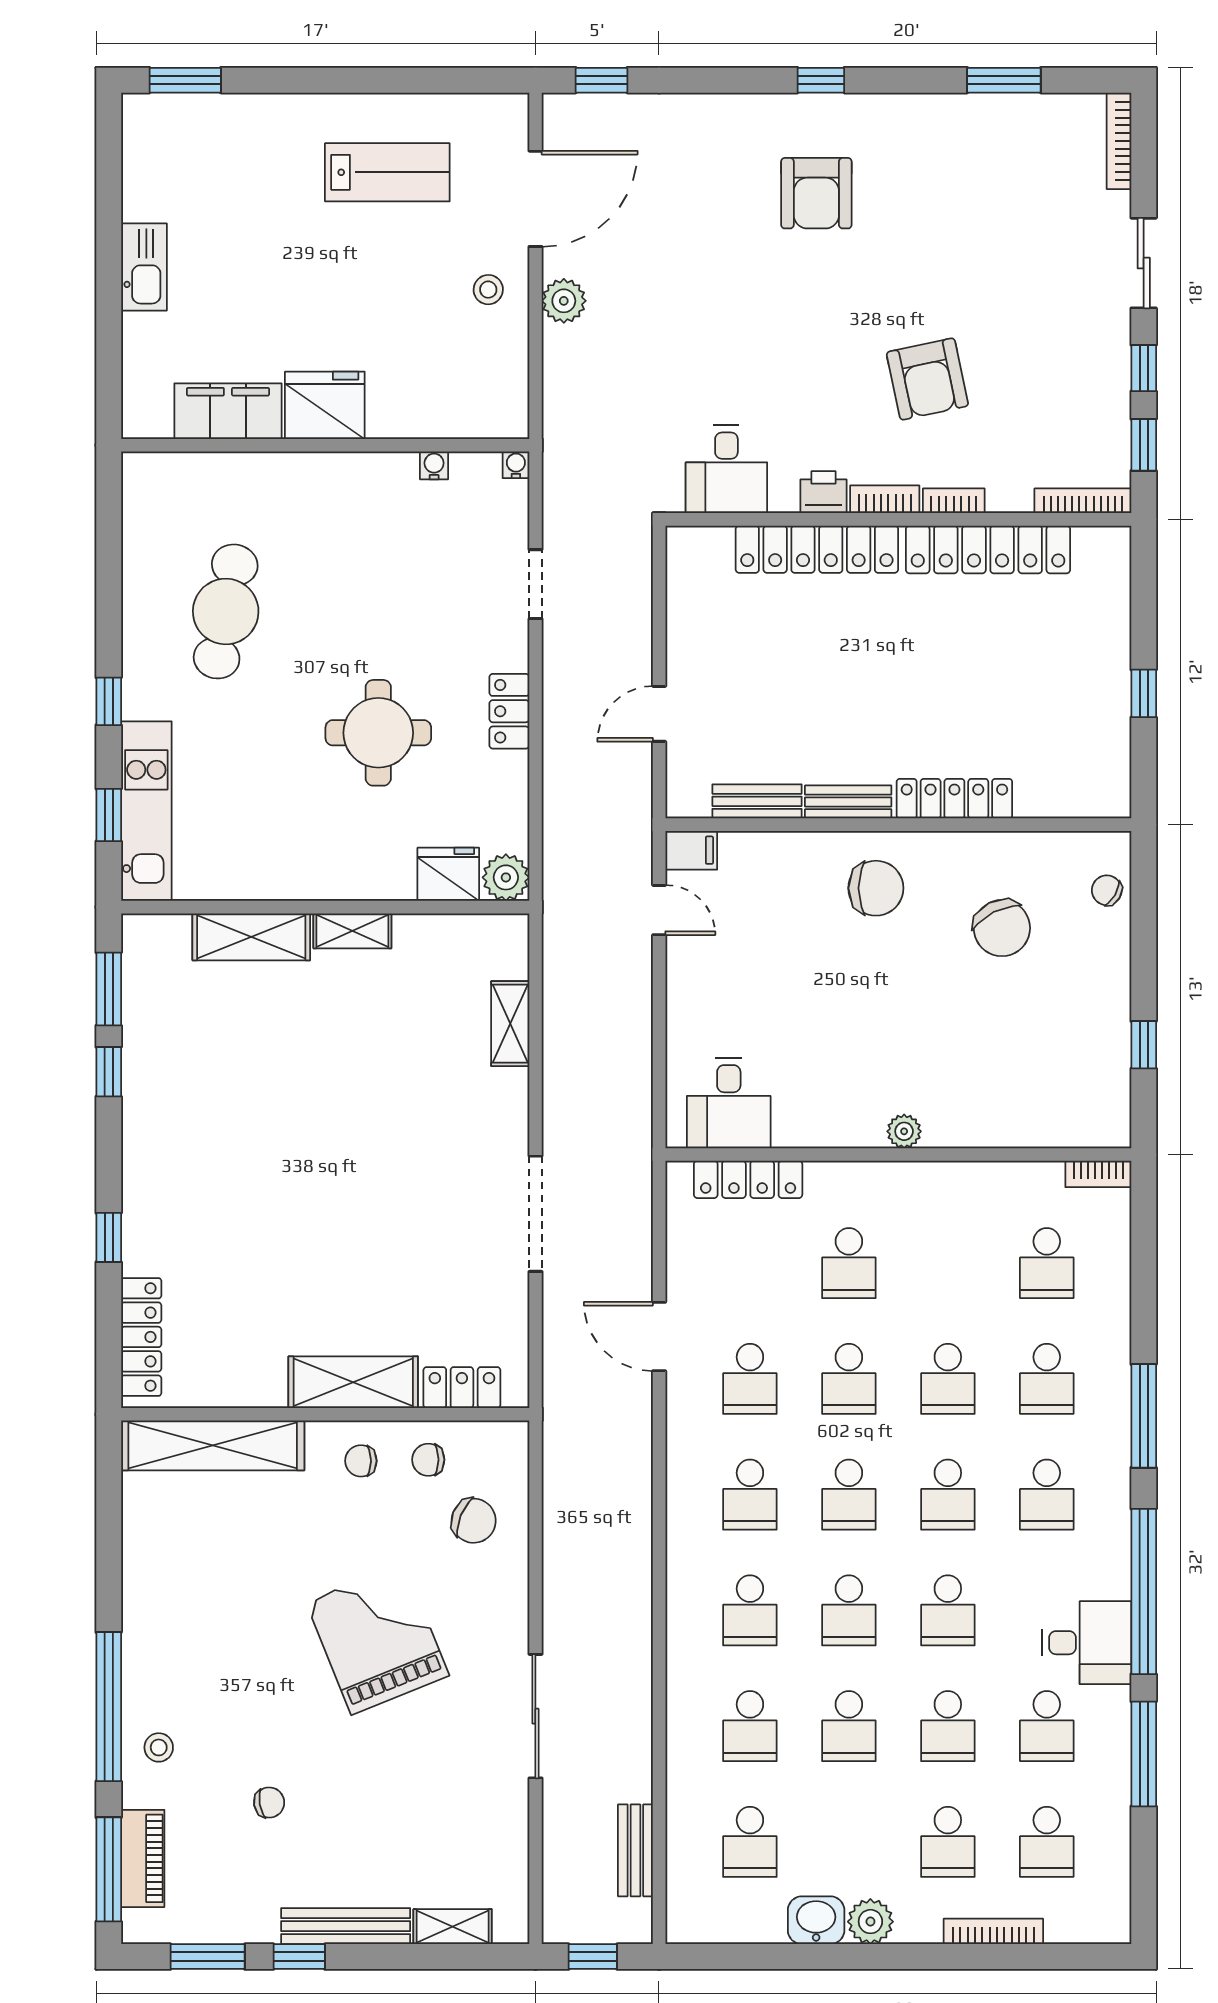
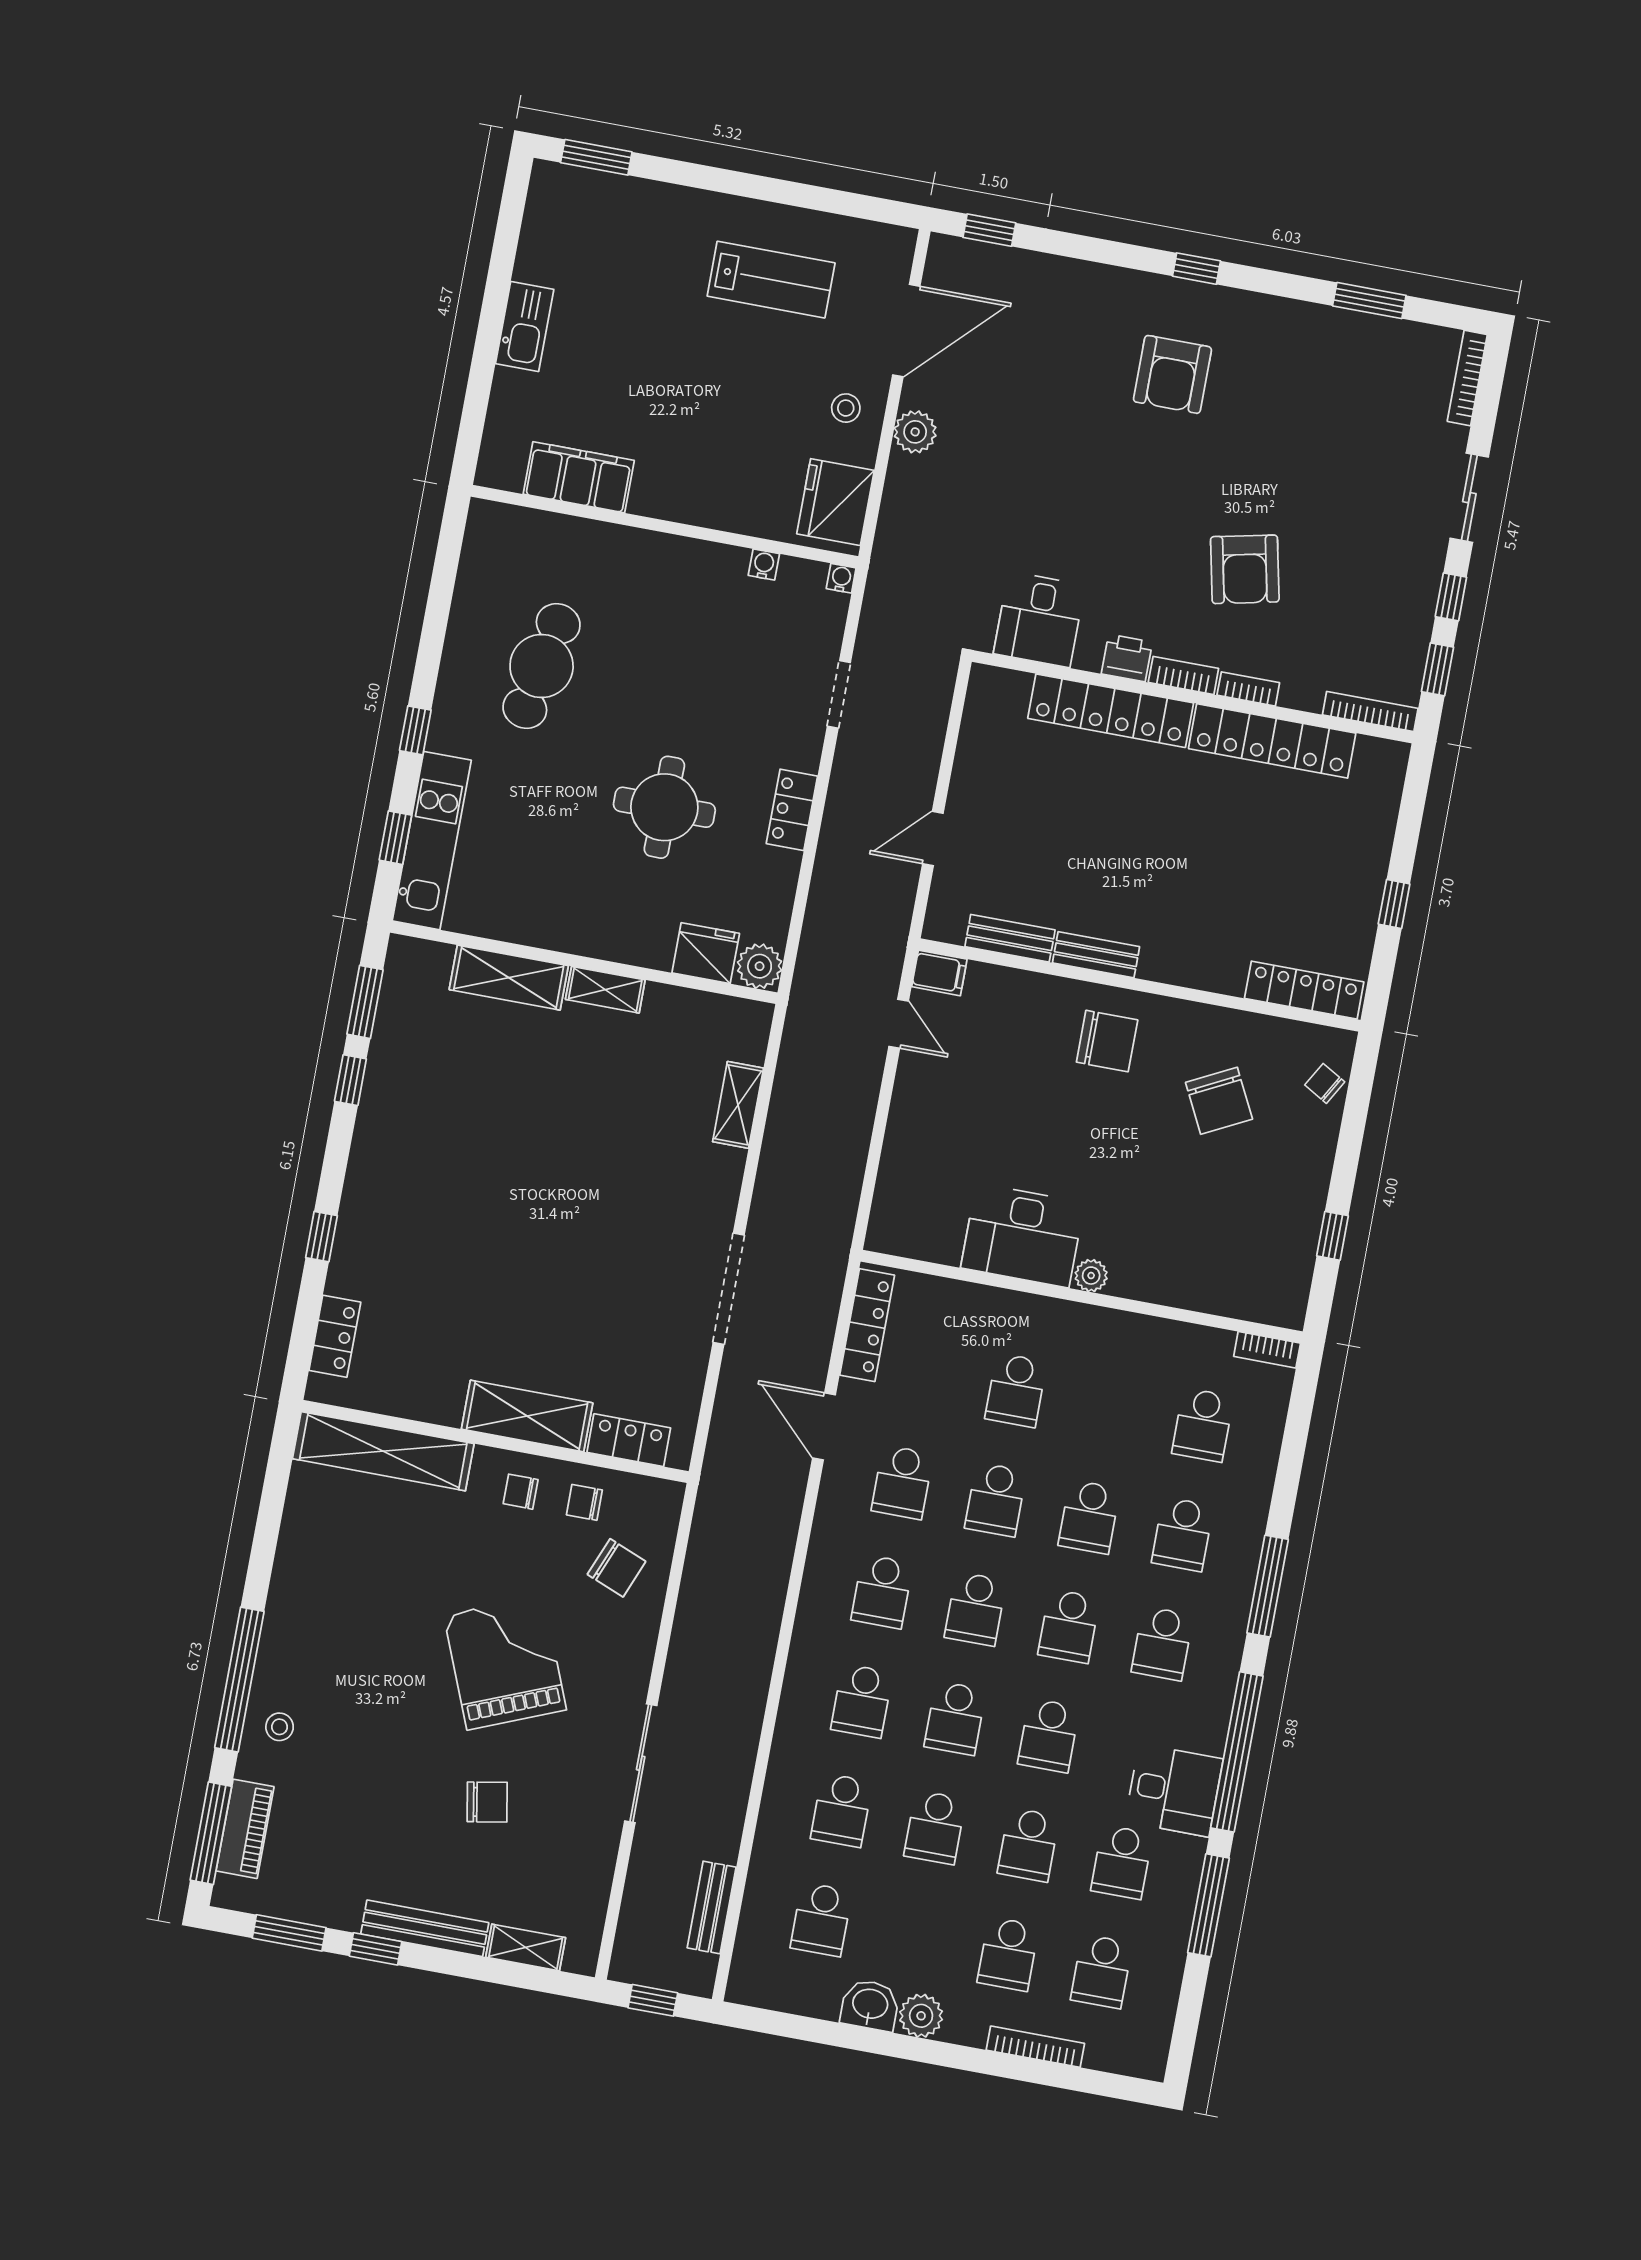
fridge: (325, 405) -> (835, 502), moved, turned -90
locker: (954, 799) -> (1304, 990), moved
desk: (729, 1103) -> (1023, 1235), moved, width x1.37
locker: (748, 1179) -> (867, 1325), moved, turned -90
locker: (141, 1337) -> (335, 1336), width x0.66
chair: (269, 1803) -> (487, 1802), moved, width x1.37, depth x1.37

